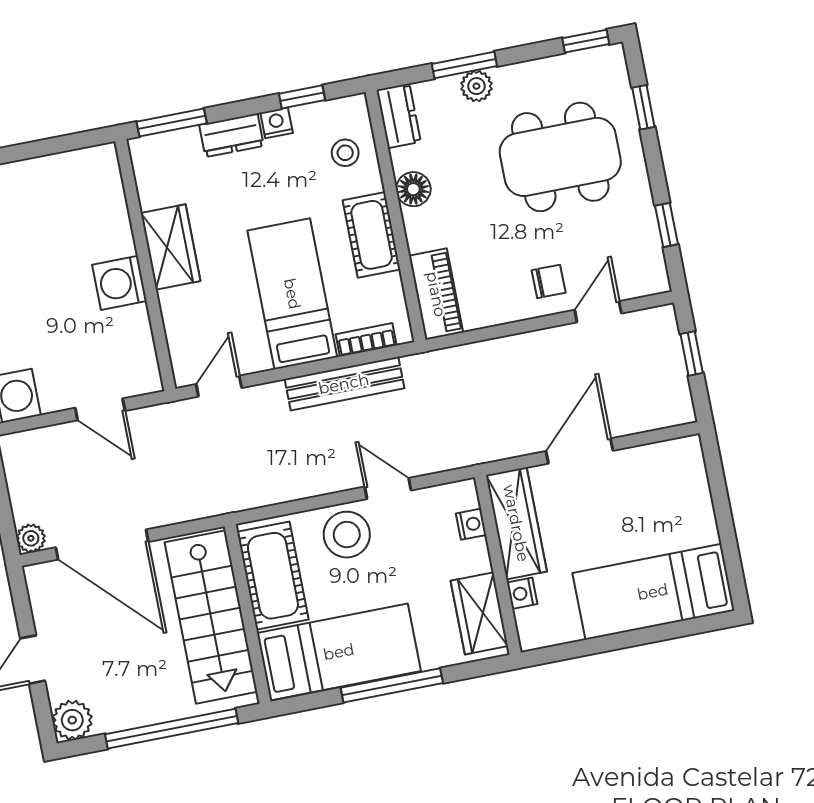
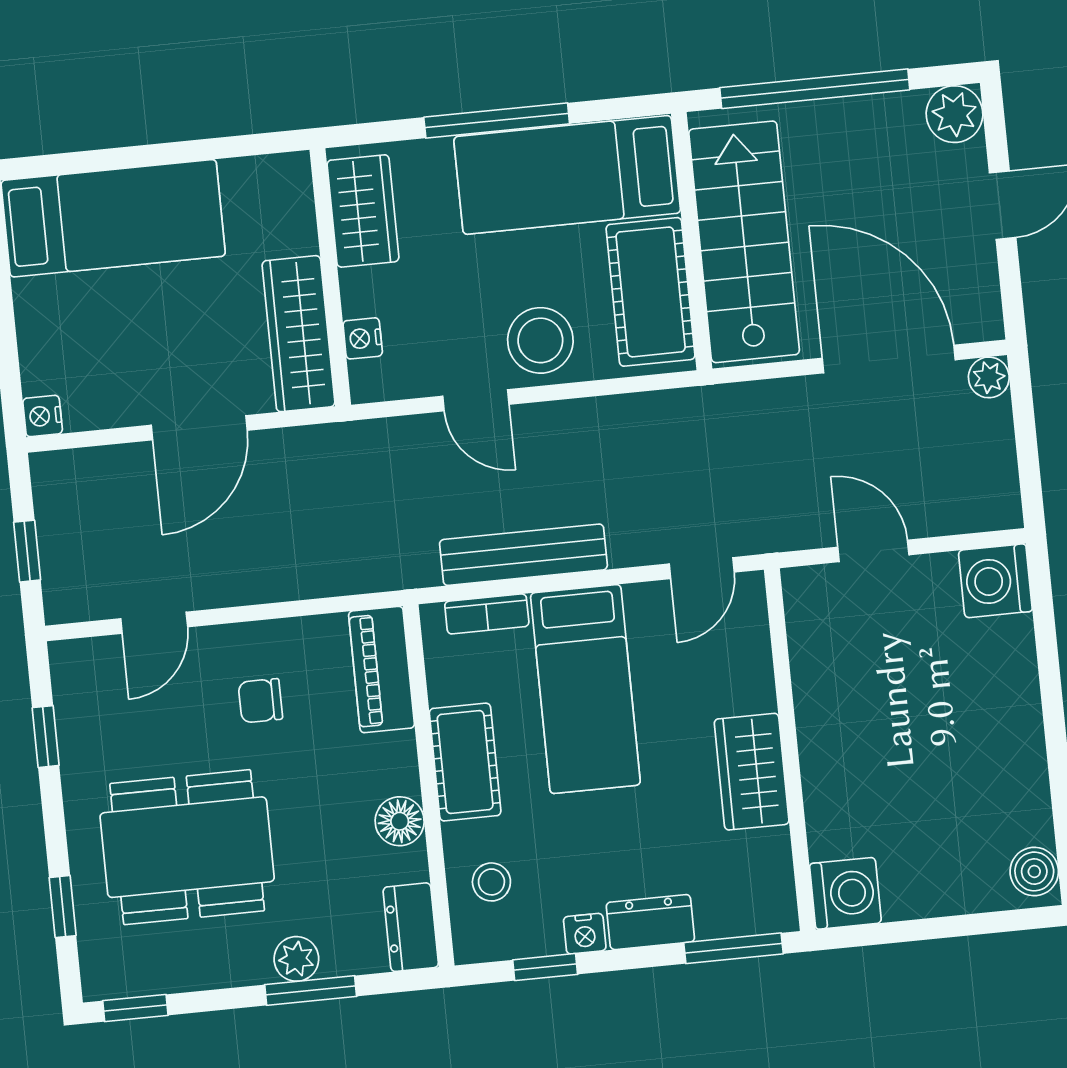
chair: (549, 281) -> (260, 701), moved
washing machine: (119, 283) -> (845, 893), moved
nightstand: (522, 593) -> (43, 416), moved, turned 180

